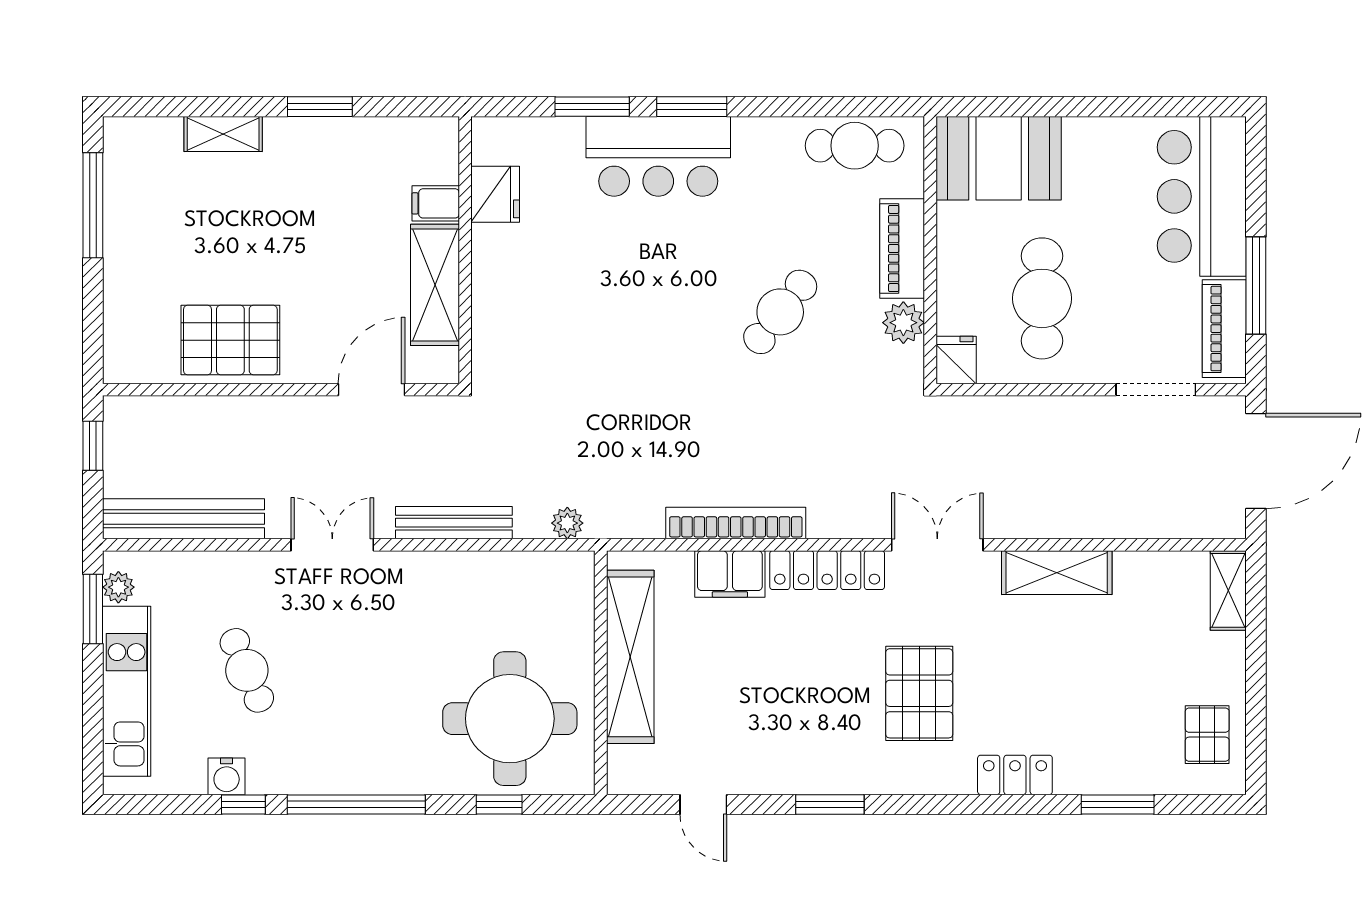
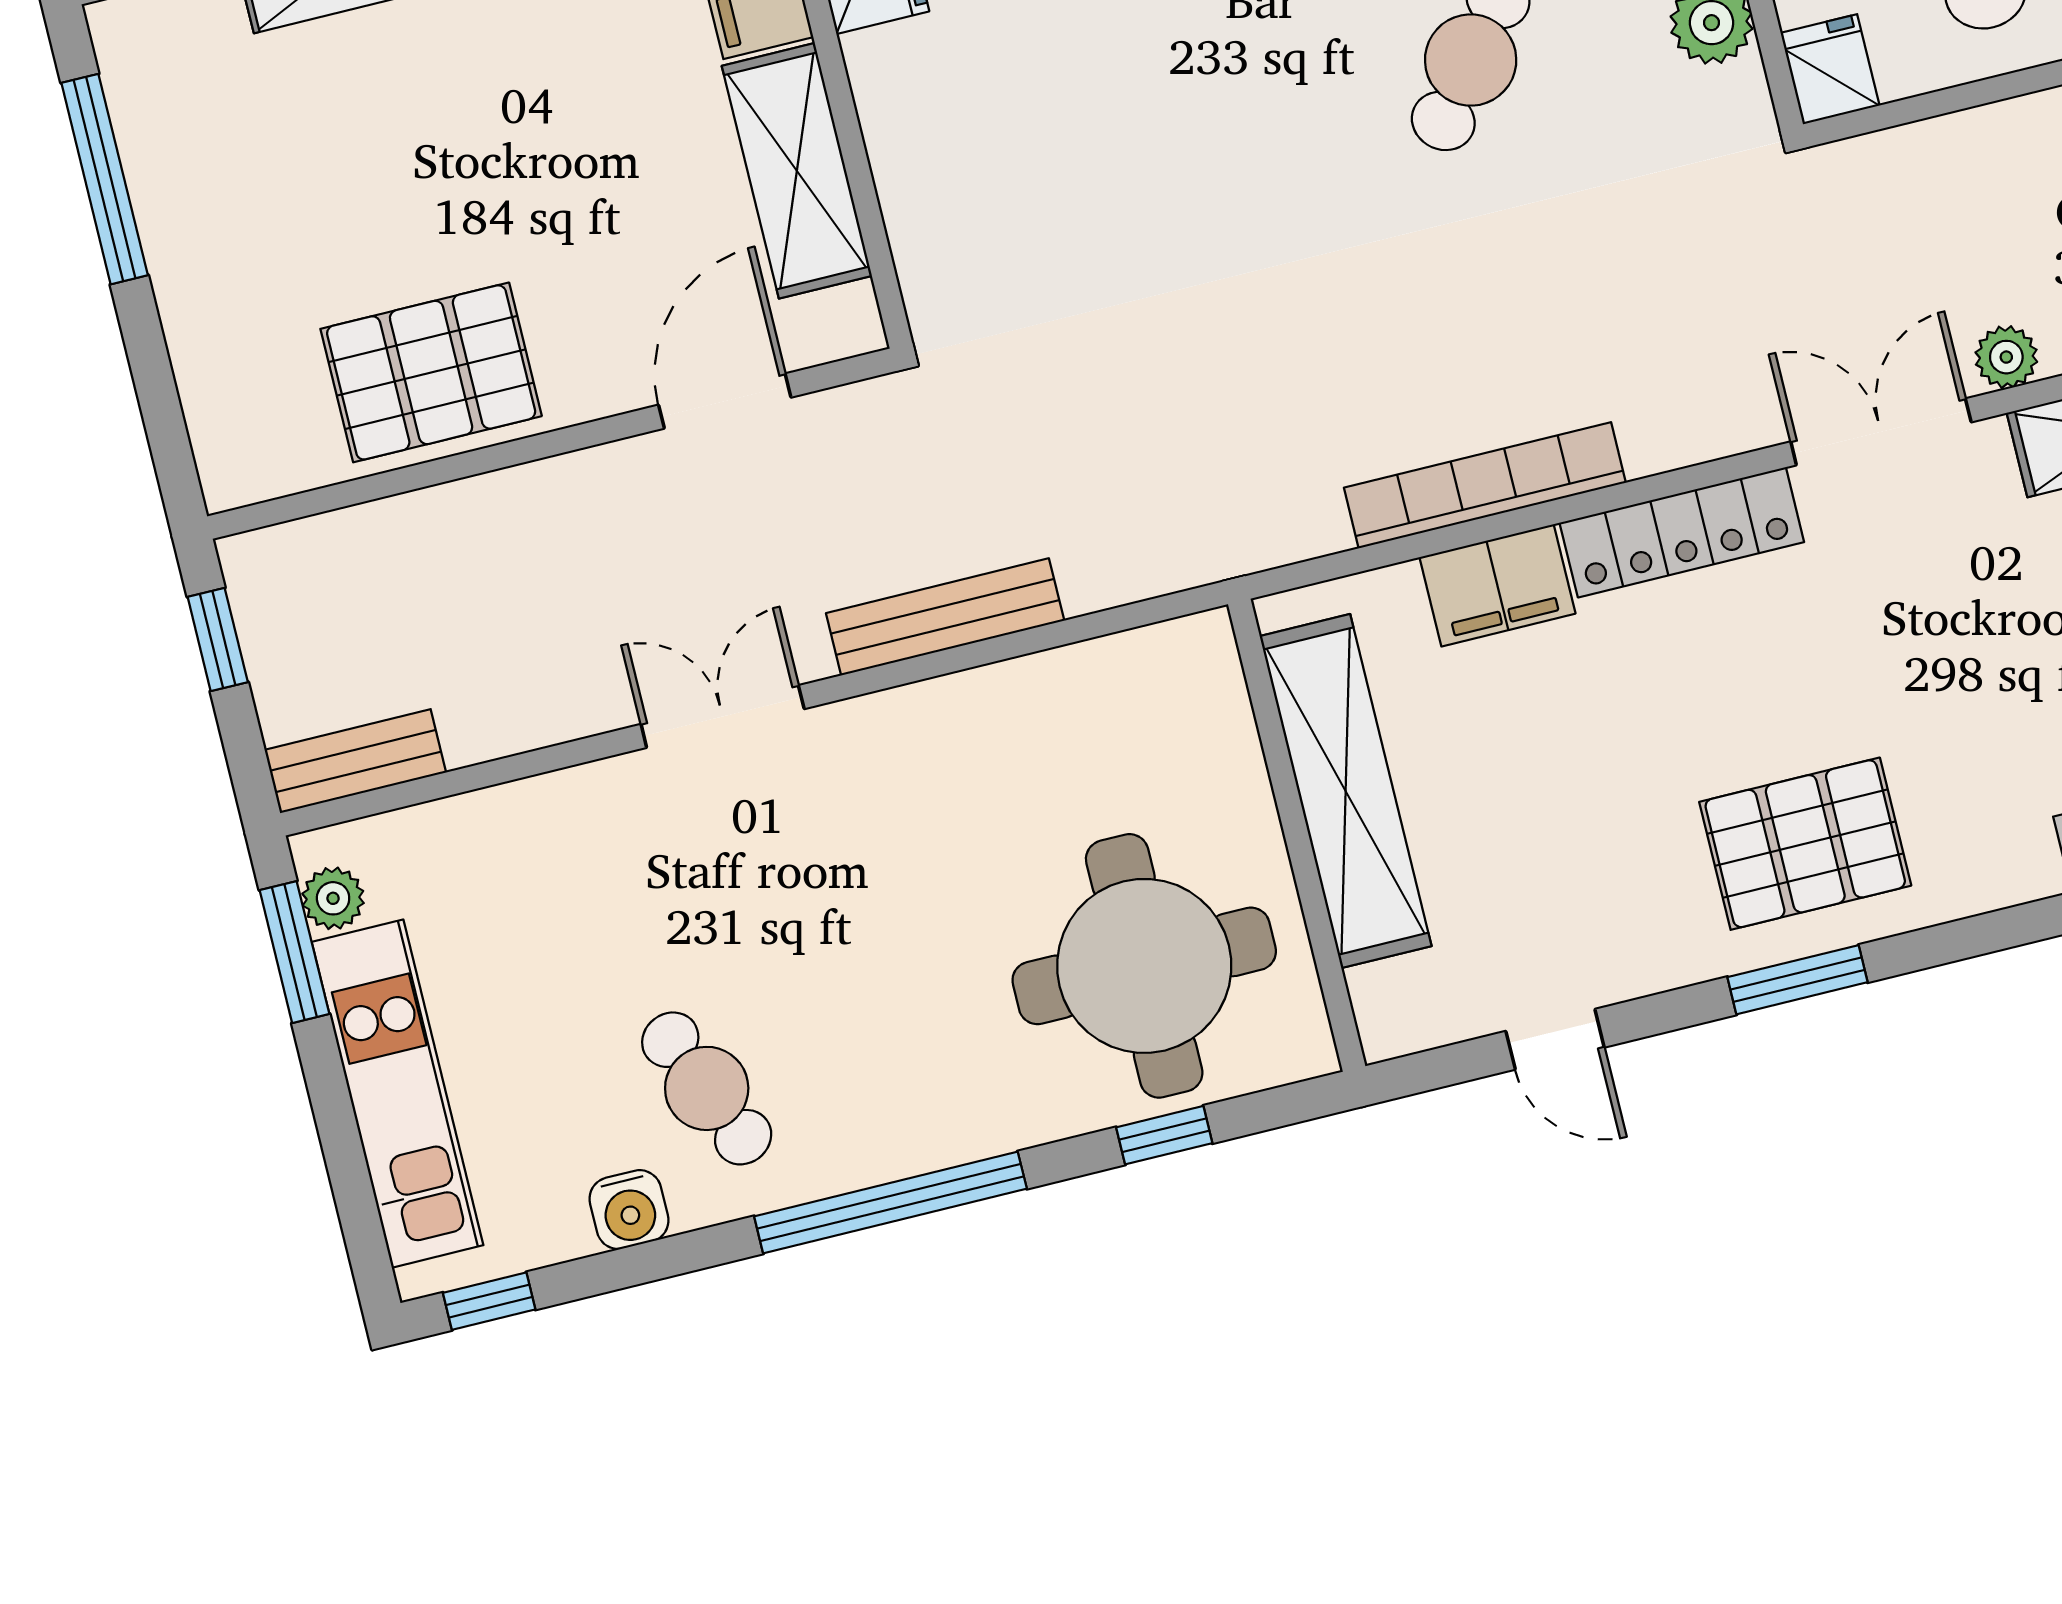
bench: (183, 519) -> (355, 761), width x0.54, depth x0.82
plant: (567, 523) -> (2006, 357), moved
cafe table: (247, 670) -> (707, 1088), moved
pallet: (919, 693) -> (1805, 844), moved, turned 90
window: (243, 804) -> (489, 1301), moved

